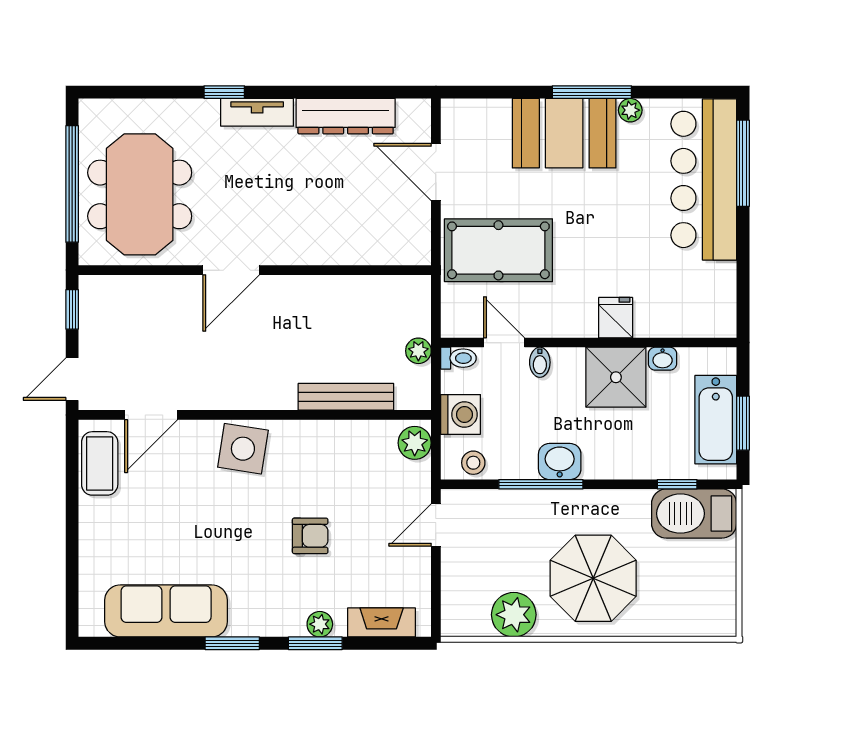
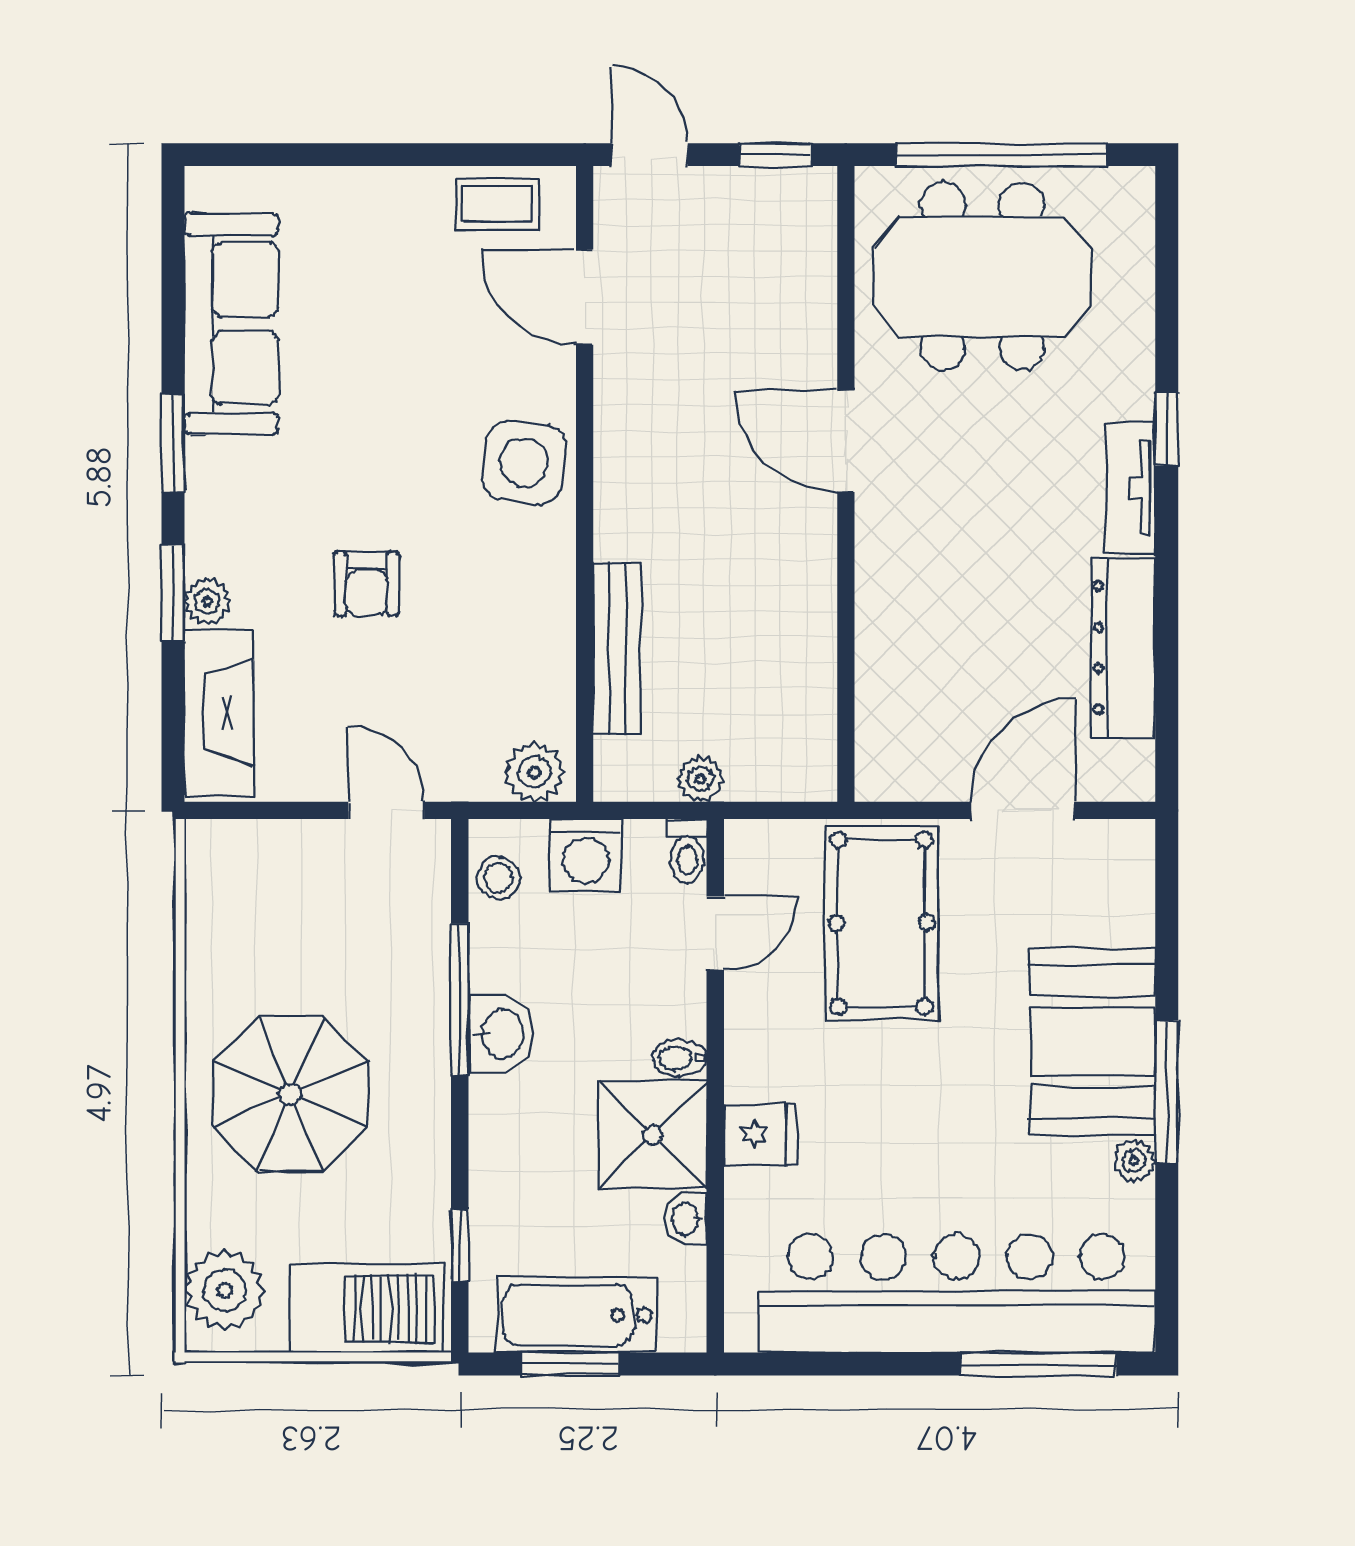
bar counter: (704, 179) -> (956, 1293), width x1.36
bidet: (540, 362) -> (680, 1058), moved
coffee table: (100, 463) -> (497, 204), width x0.73, depth x0.77
barbecue: (694, 514) -> (367, 1308), moved, turned 90
plant: (514, 615) -> (225, 1290), moved
fireplace: (382, 622) -> (219, 712), width x1.37, depth x1.32

